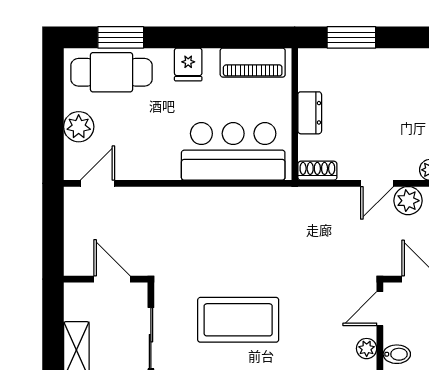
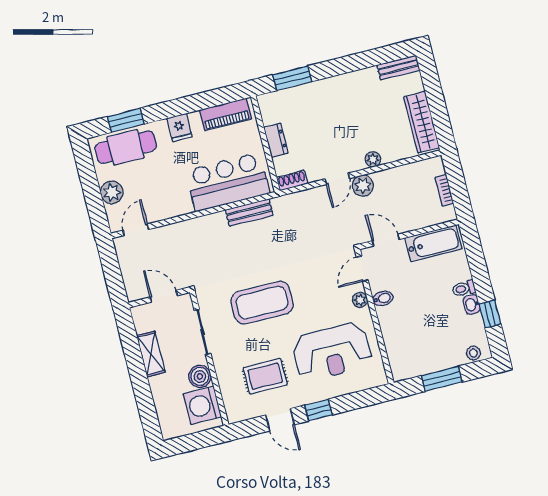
bench: (251, 198) -> (249, 212), added

